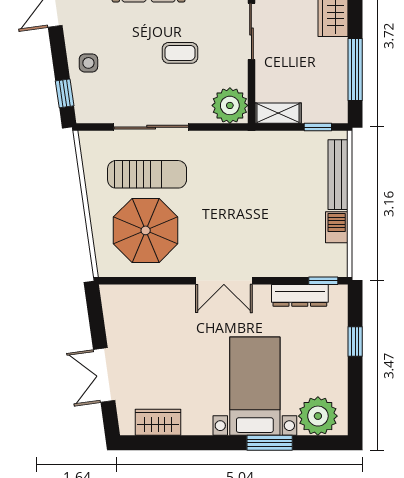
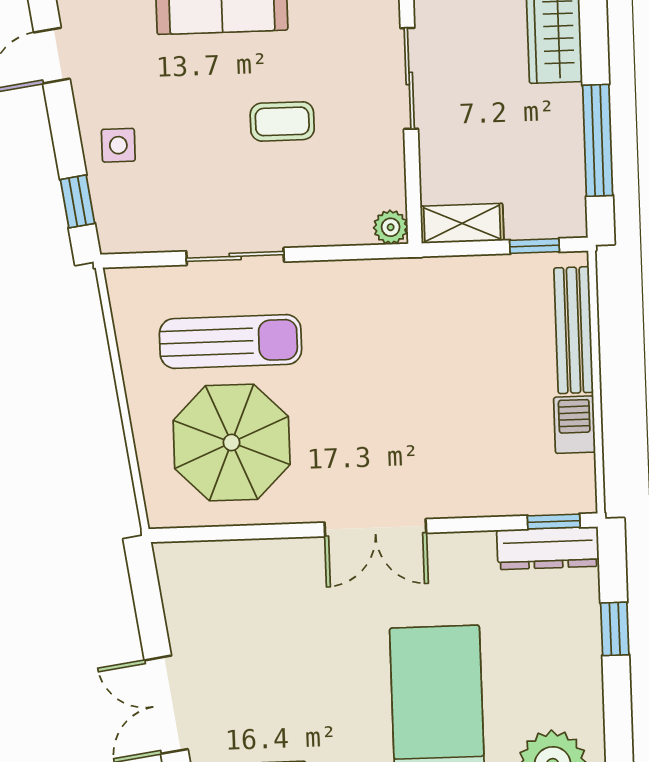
plant: (230, 105) -> (391, 227), width x0.53, depth x0.53
sliding door: (151, 127) -> (235, 256), width x0.73
dresser: (300, 295) -> (548, 548), moved

